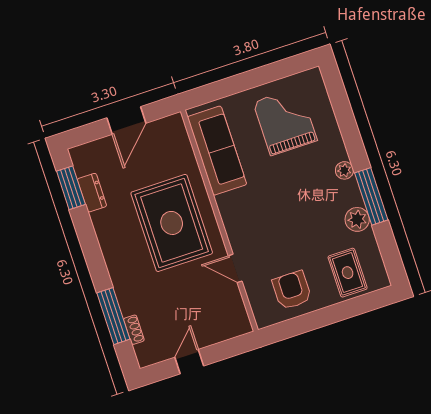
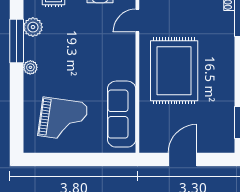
grand piano: (285, 121) -> (63, 119), turned -82
dresser: (92, 193) -> (227, 114), removed
door: (235, 268) -> (137, 21), swing flipped

